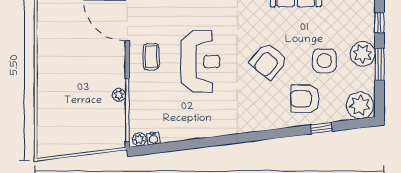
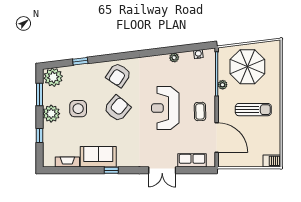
sun lounger: (75, 59) -> (253, 110), added
window: (379, 64) -> (39, 94), moved
armchair: (305, 99) -> (118, 75), moved, turned 124
parasol: (84, 120) -> (247, 67), added
plant: (139, 139) -> (174, 58), moved

